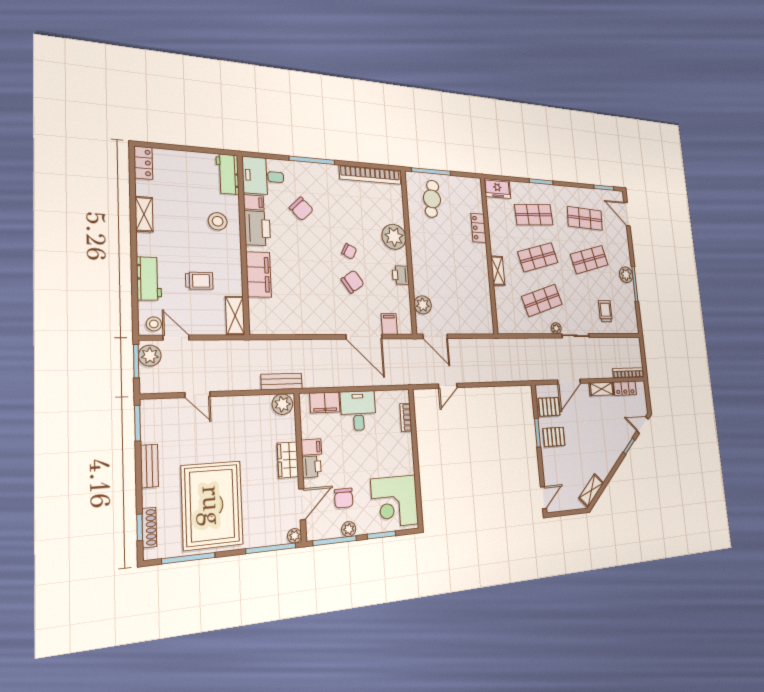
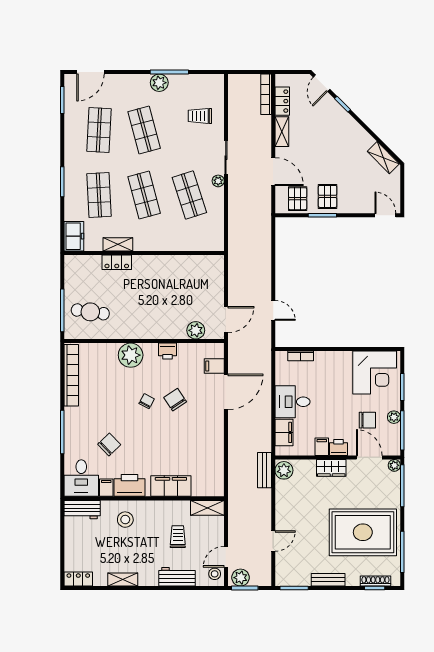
shelving: (498, 271) -> (118, 244), moved

